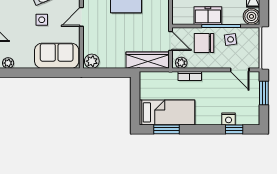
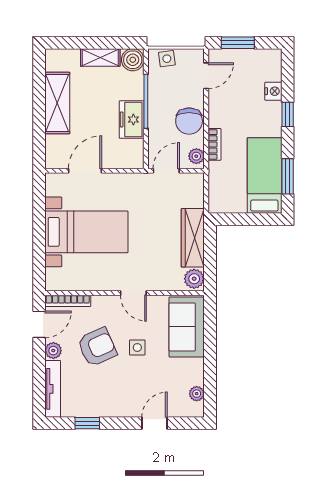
side table: (231, 39) -> (167, 59), moved
chair: (204, 43) -> (189, 121), moved
wardrobe: (148, 60) -> (193, 238), moved
window: (234, 129) -> (288, 114), moved

